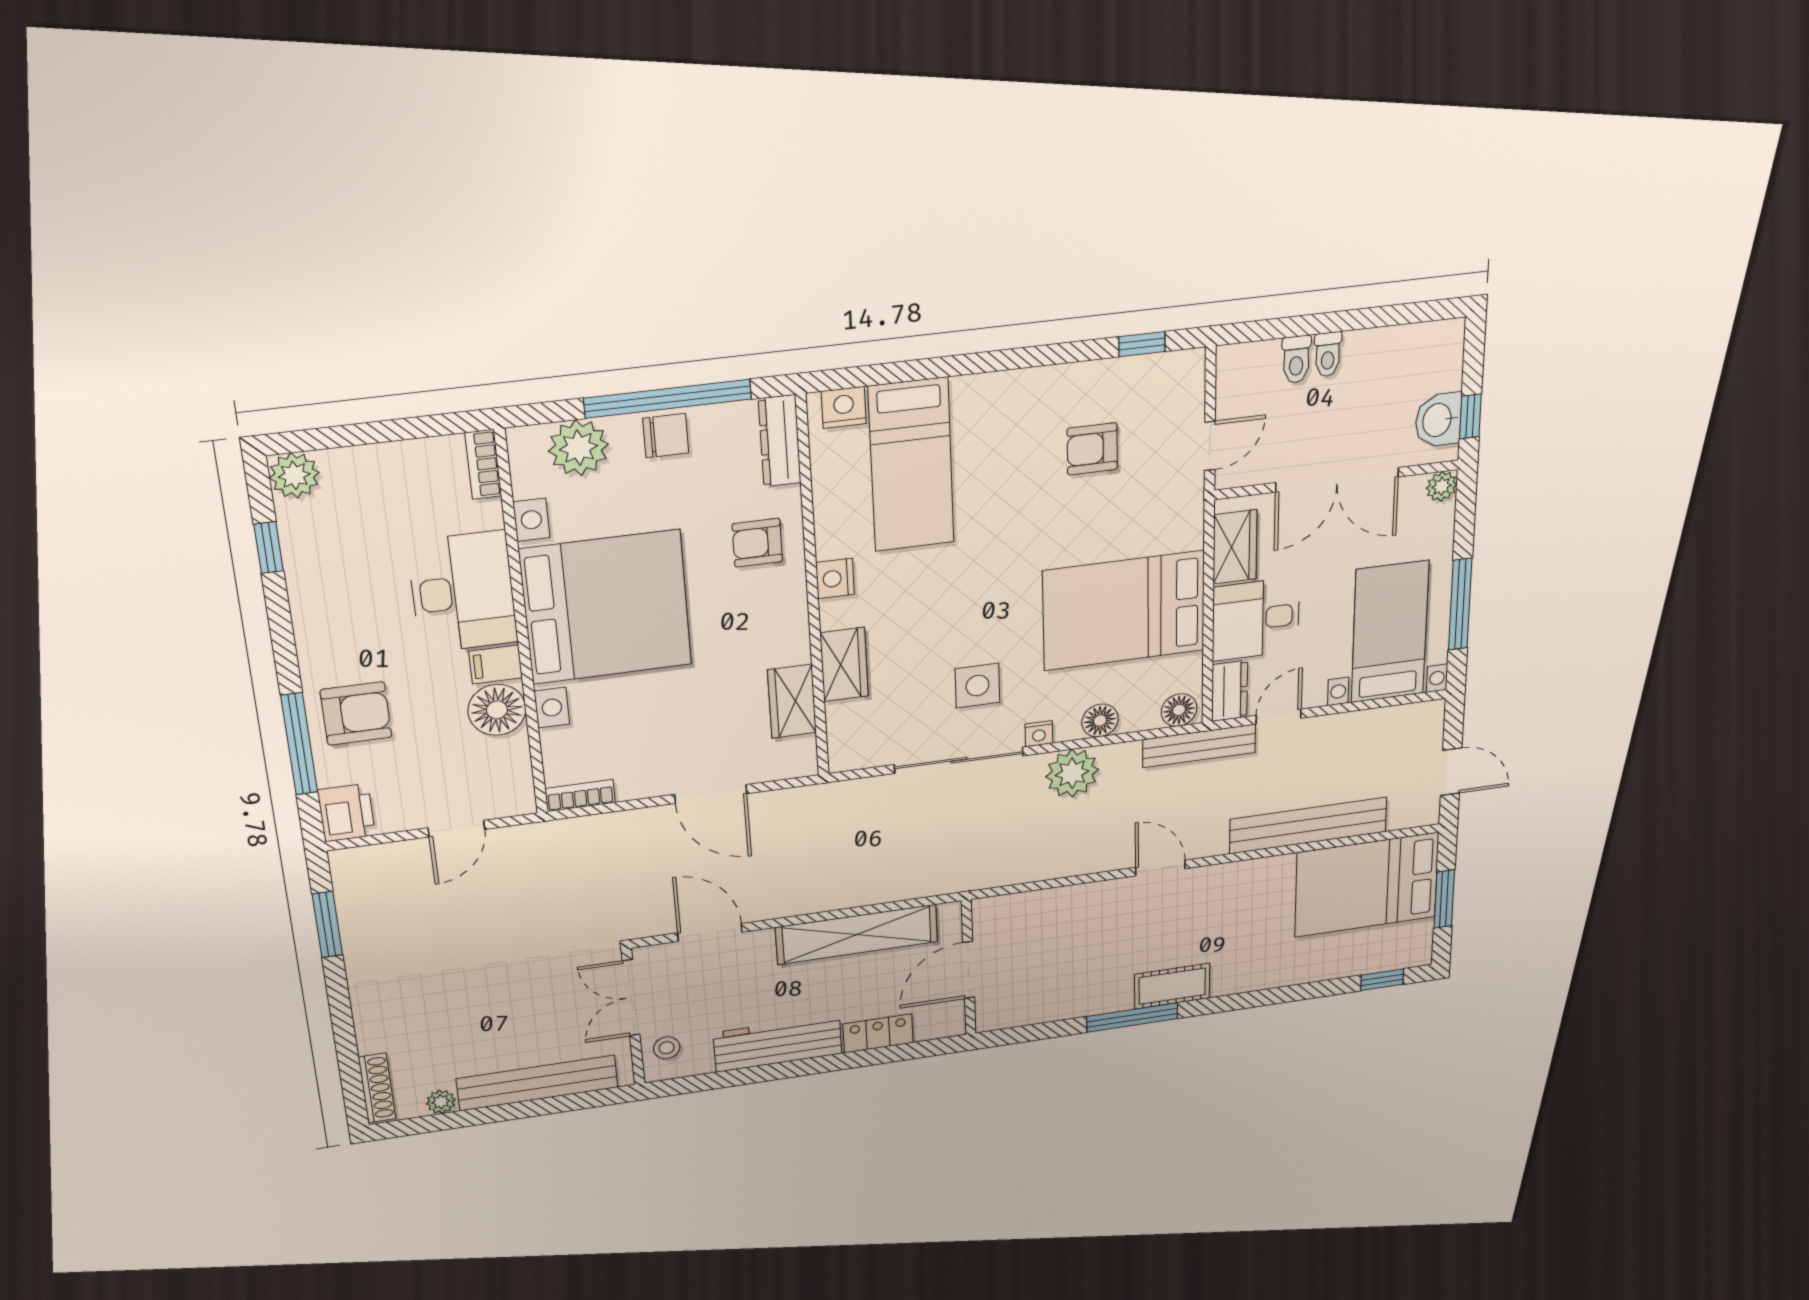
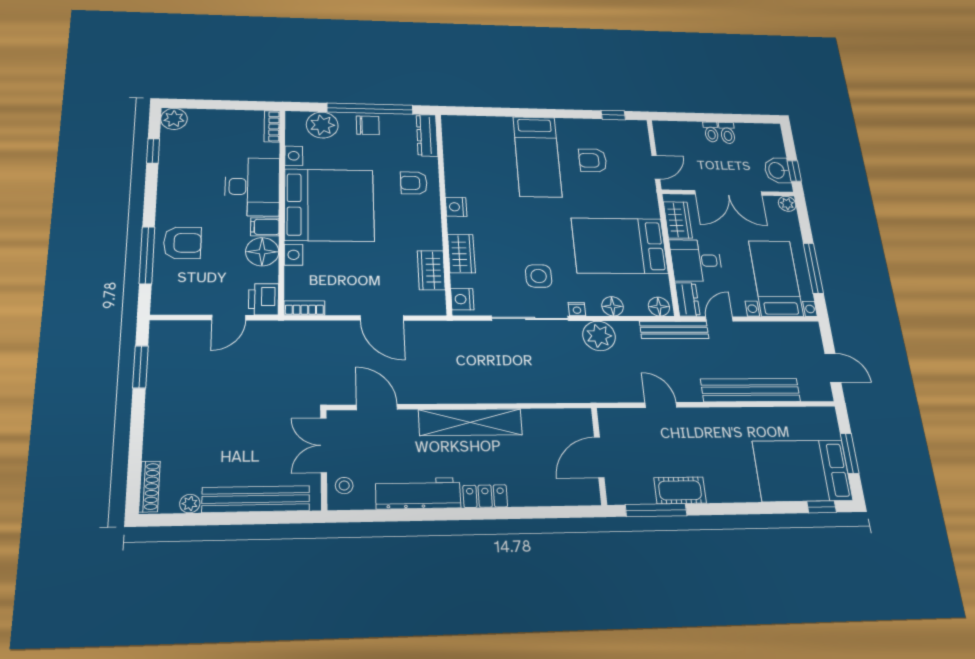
toilet: (1296, 359) -> (727, 133), moved
nightstand: (844, 407) -> (462, 299), moved, turned -90
bed: (911, 465) -> (537, 157), moved
printer: (346, 813) -> (264, 299), moved, turned 180
bed: (1367, 885) -> (802, 471), moved
wall: (969, 968) -> (599, 456), moved
door: (969, 970) -> (599, 457), moved

